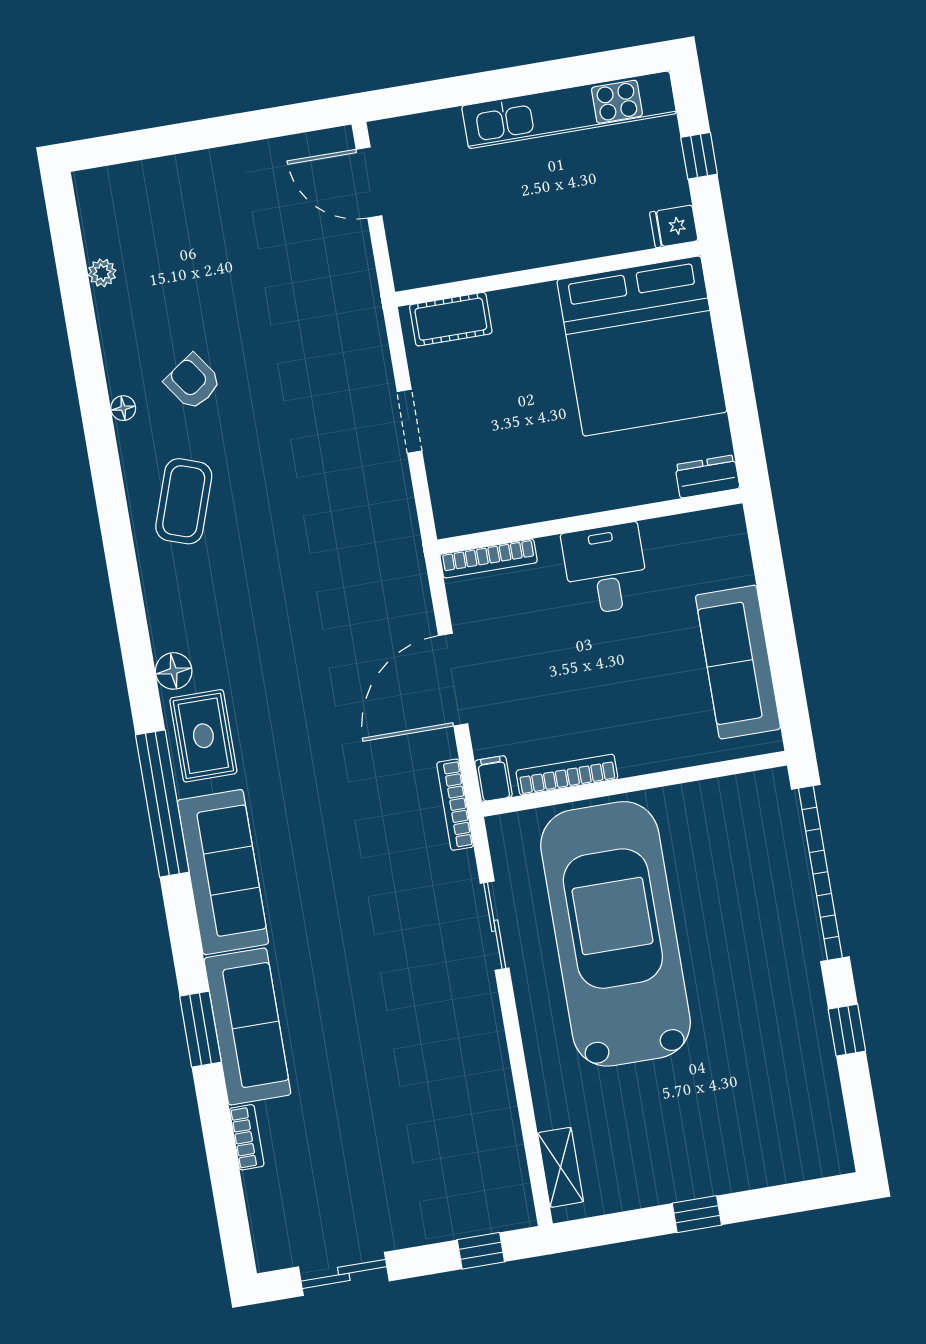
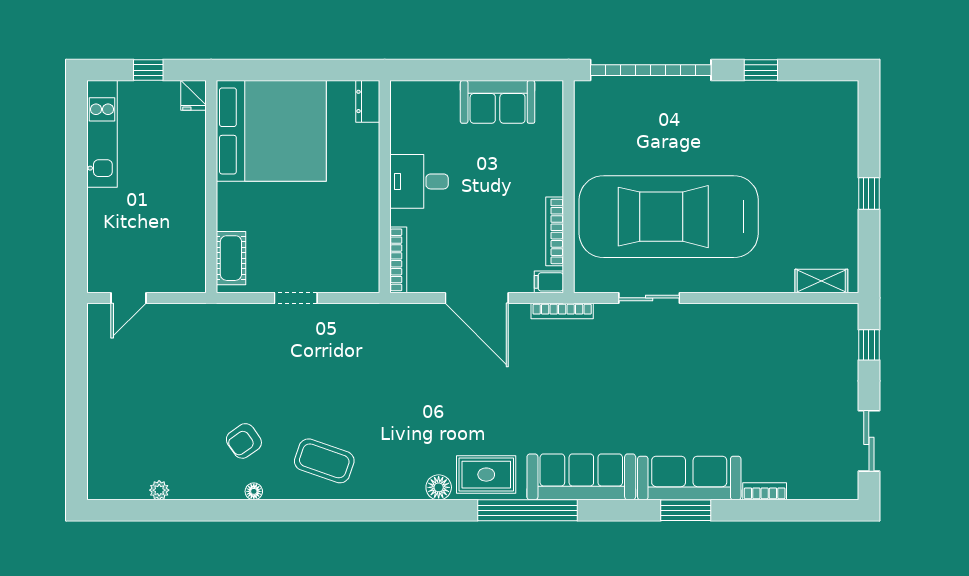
kitchen unit: (569, 110) -> (102, 134), width x0.73
door: (369, 183) -> (128, 298), width x0.73
sofa: (738, 662) -> (498, 102), width x0.73

